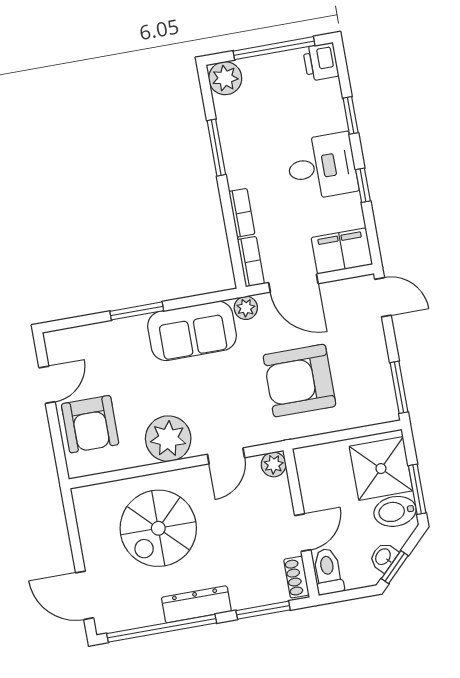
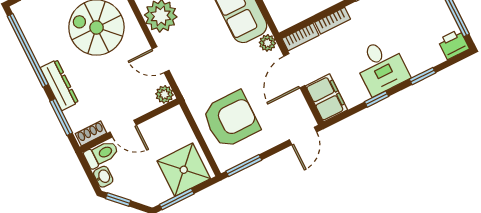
armchair: (299, 381) -> (231, 119), moved, turned 90
bidet: (395, 511) -> (157, 188), removed
washbasin: (383, 557) -> (103, 177), moved, turned 45
dresser: (196, 604) -> (59, 85), moved

